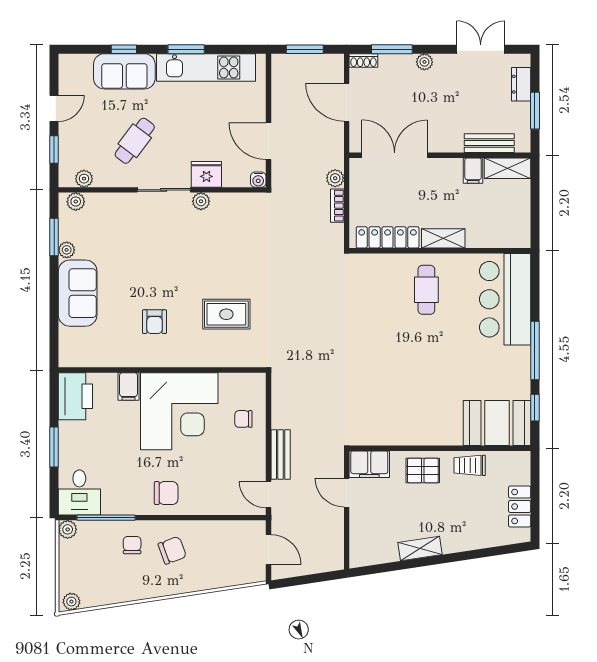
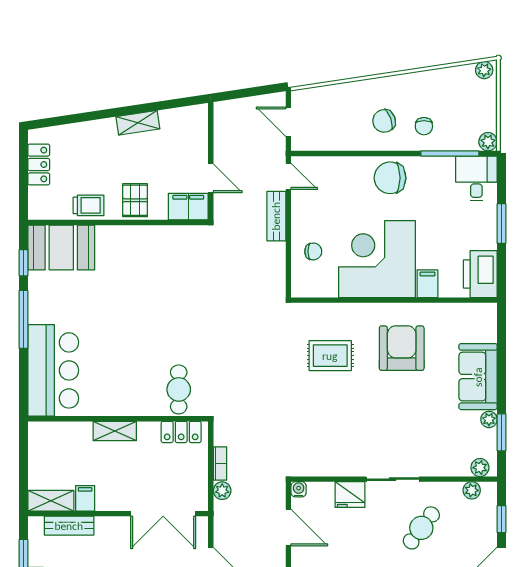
plant: (201, 201) -> (355, 468), removed
locker: (388, 237) -> (181, 432), width x0.66
cafe table: (426, 290) -> (179, 389), moved
armchair: (154, 322) -> (402, 348), width x1.88, depth x1.88
pallet: (423, 471) -> (135, 200), turned 90
chair: (166, 493) -> (390, 178), width x1.37, depth x1.37

